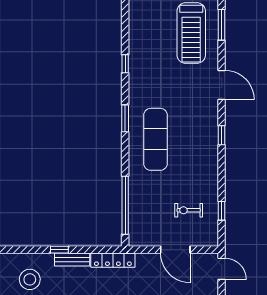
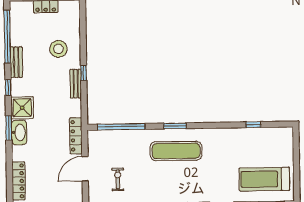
window: (125, 64) -> (253, 125), moved
window: (125, 118) -> (175, 126), moved
locker: (113, 260) -> (76, 136), moved

